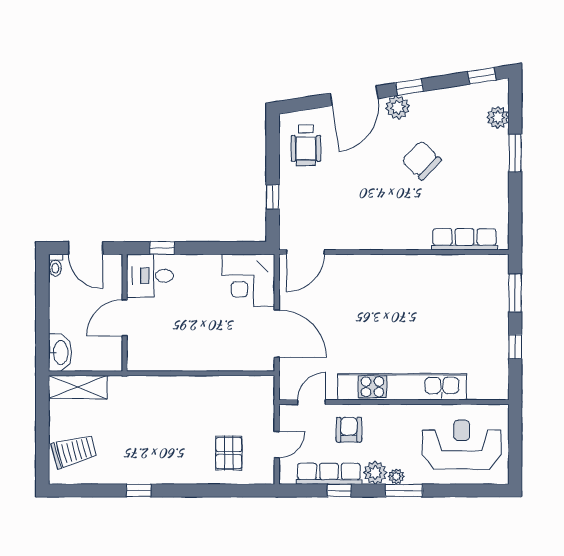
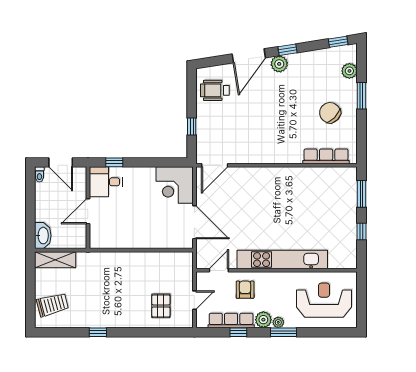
wheelchair: (306, 145) -> (215, 90), turned 90
chair: (421, 160) -> (330, 113), moved

